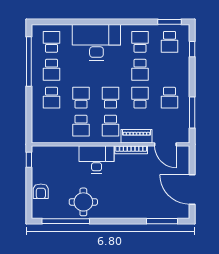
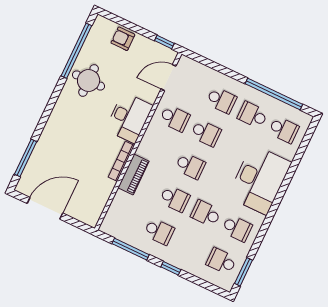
window: (192, 49) -> (171, 268), moved
school desk: (52, 98) -> (221, 100), turned 180
school desk: (169, 98) -> (159, 232), turned 180
school desk: (81, 126) -> (175, 118), turned 180
school desk: (110, 126) -> (159, 151), removed
door: (165, 144) -> (168, 78), moved

